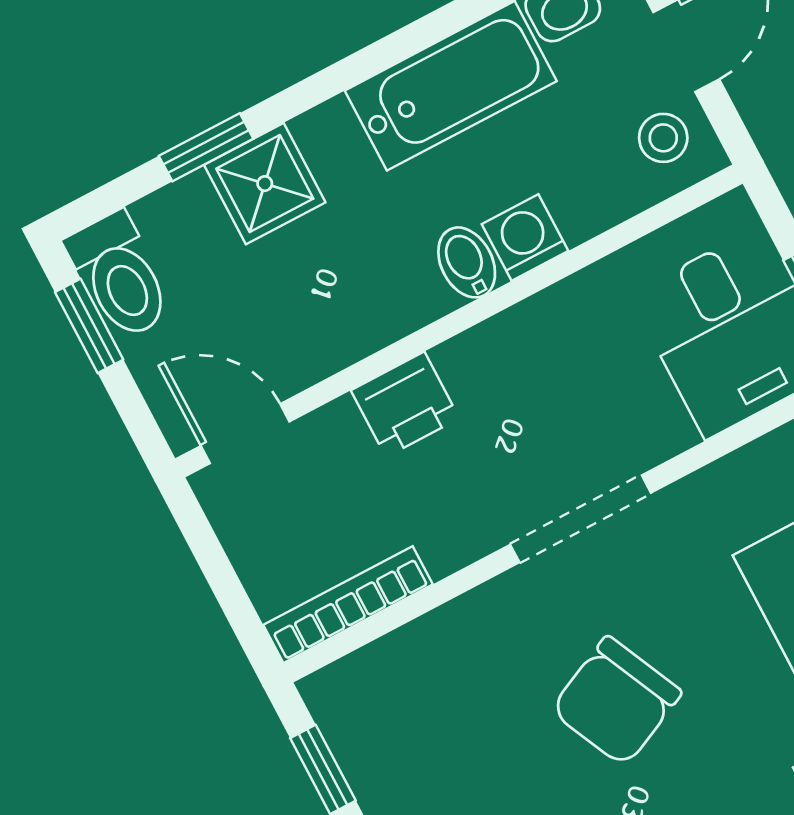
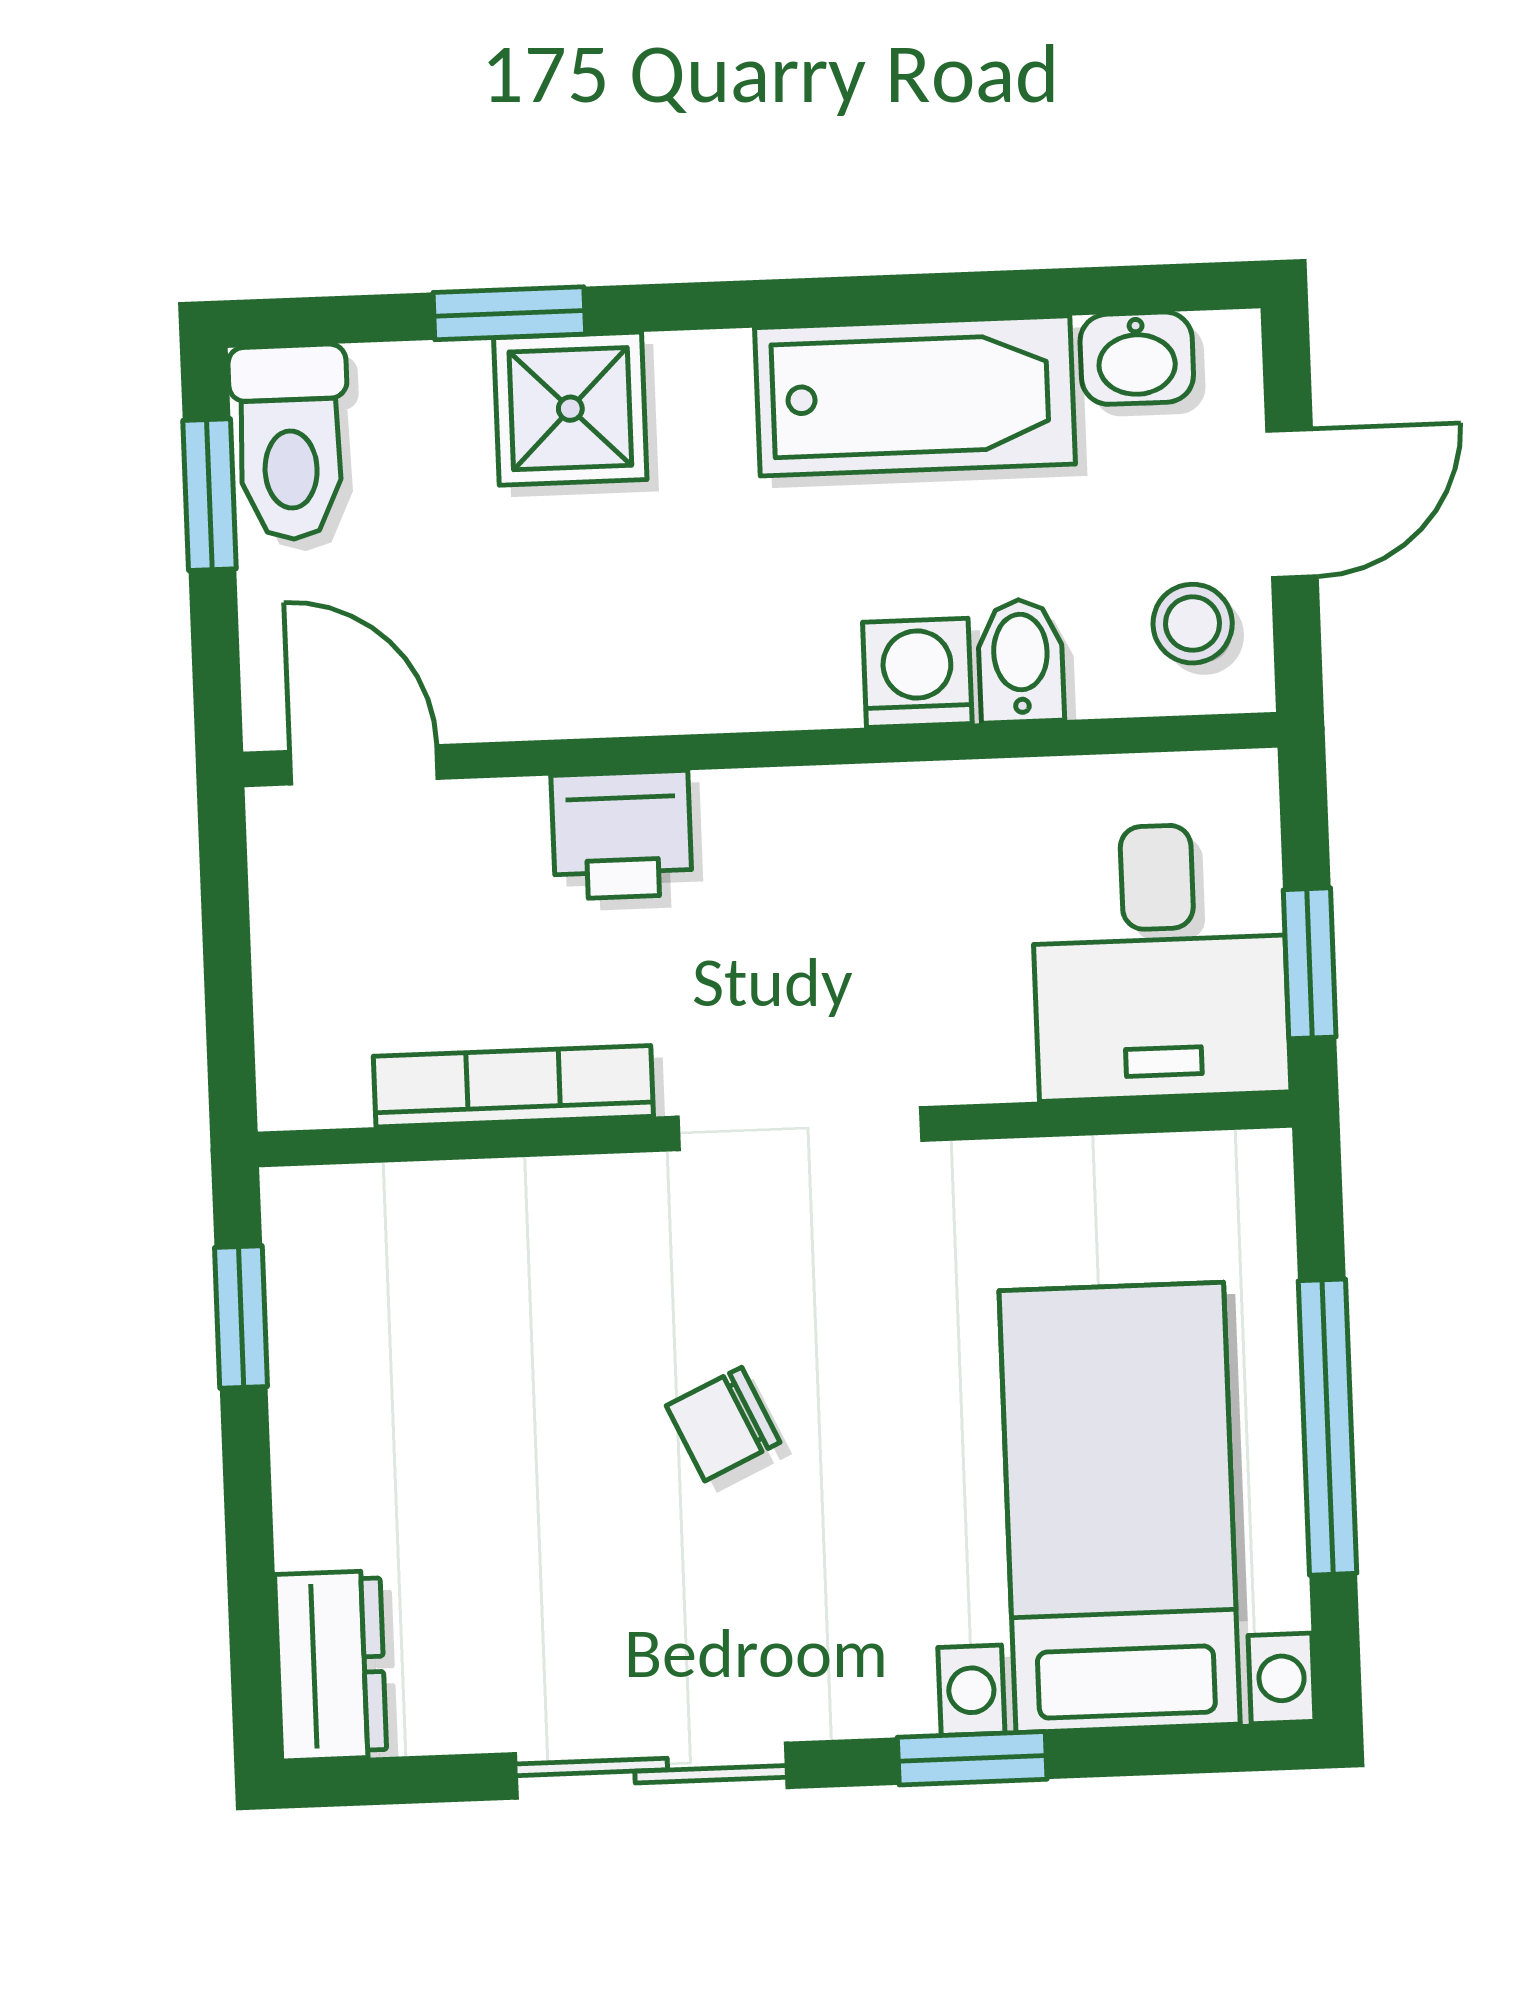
bidet: (467, 262) -> (1021, 661), moved
bookcase: (348, 605) -> (513, 1086), moved
chair: (616, 701) -> (723, 1424), width x0.54, depth x0.54

